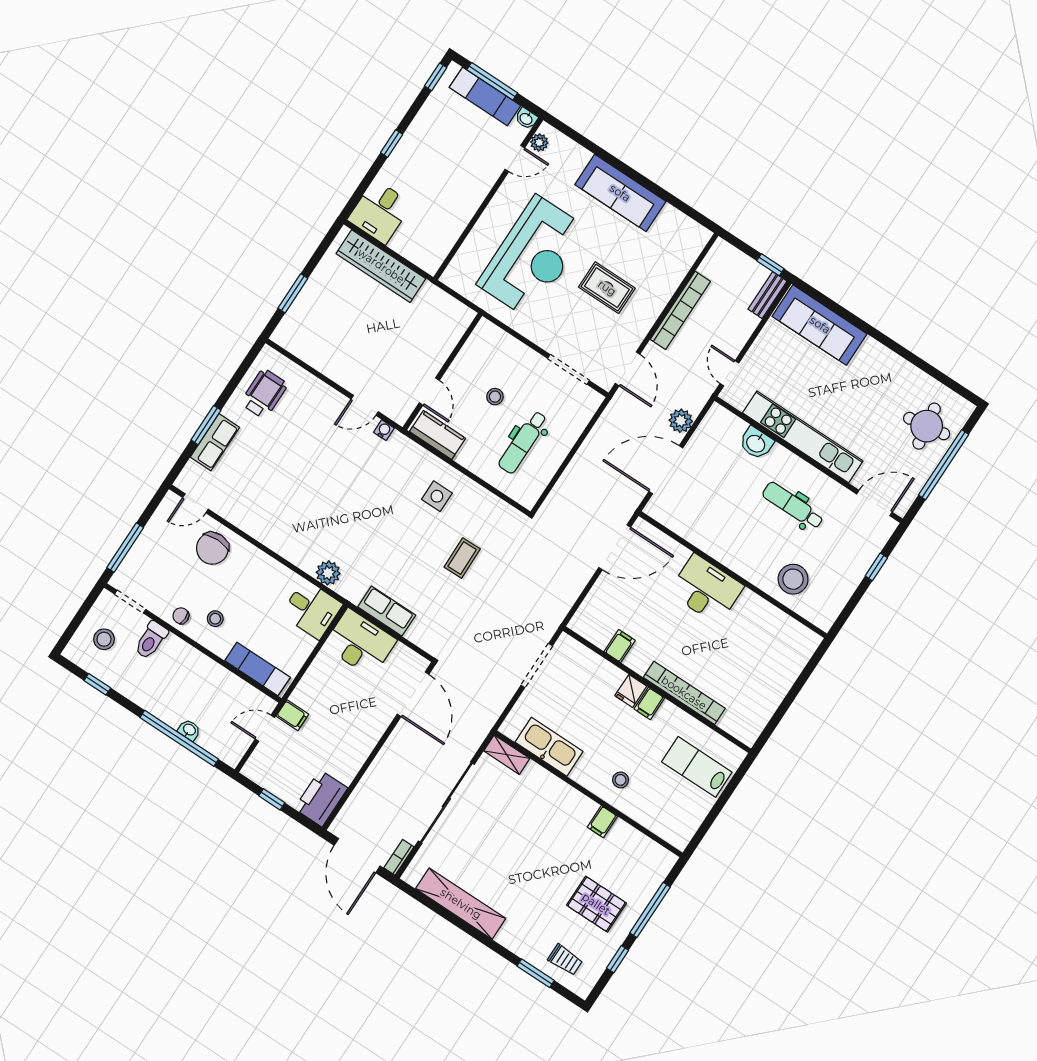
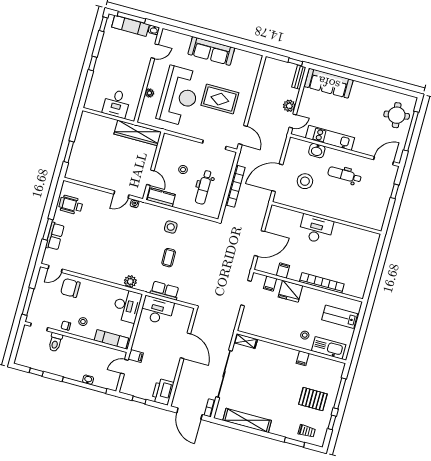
plant: (539, 142) -> (149, 93), moved
desk: (380, 212) -> (117, 104), moved
wardrobe: (381, 266) -> (138, 133), moved
rug: (607, 288) -> (220, 99), width x1.36, depth x1.43
bookcase: (680, 310) -> (235, 186), moved
door: (729, 373) -> (293, 121), swing flipped
wheelchair: (264, 394) -> (71, 205), turned -90
plant: (681, 421) -> (289, 106), moved
kitchen unit: (803, 437) -> (330, 138), width x0.73
door: (615, 547) -> (260, 243), moved
chair: (212, 548) -> (70, 288), turned 90
coffee table: (462, 558) -> (169, 258), moved
stool: (793, 579) -> (305, 181), moved
desk: (312, 609) -> (127, 306), width x1.37
stool: (104, 639) -> (32, 349), removed
fridge: (631, 691) -> (290, 291), width x1.88, depth x1.34
door: (413, 694) -> (186, 346), moved
filing cabinet: (649, 703) -> (270, 284), moved
kitchen sink: (549, 747) -> (329, 348), moved

